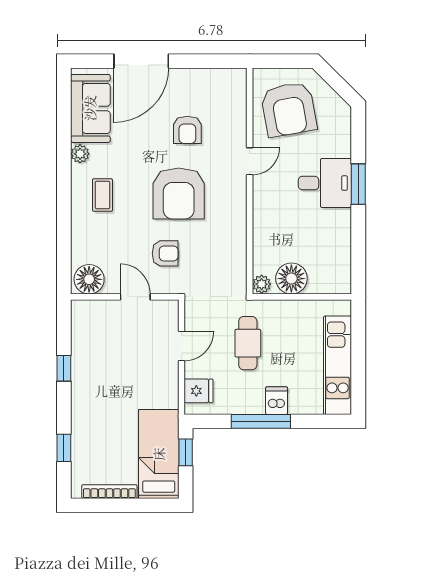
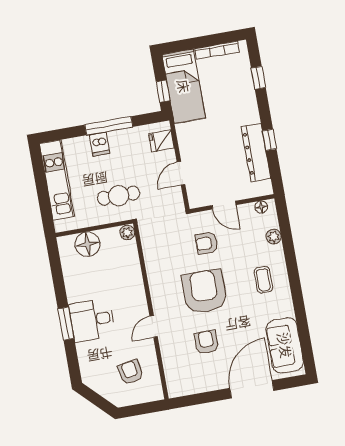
armchair: (289, 109) -> (130, 372), width x0.53, depth x0.53
plant: (80, 154) -> (274, 237), moved
floor lamp: (89, 279) -> (261, 207), width x0.53, depth x0.53
floor lamp: (291, 279) -> (88, 244), moved
cafe table: (248, 343) -> (119, 196), moved, turned 90
dresser: (83, 355) -> (256, 152), added

